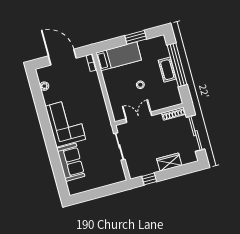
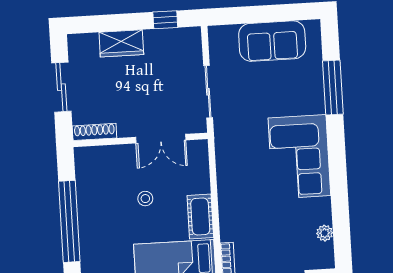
cot: (167, 70) -> (200, 217), moved
sliding door: (195, 133) -> (61, 87), width x0.73
window: (56, 162) -> (333, 88), added
sofa: (71, 162) -> (272, 41), moved, turned -90

